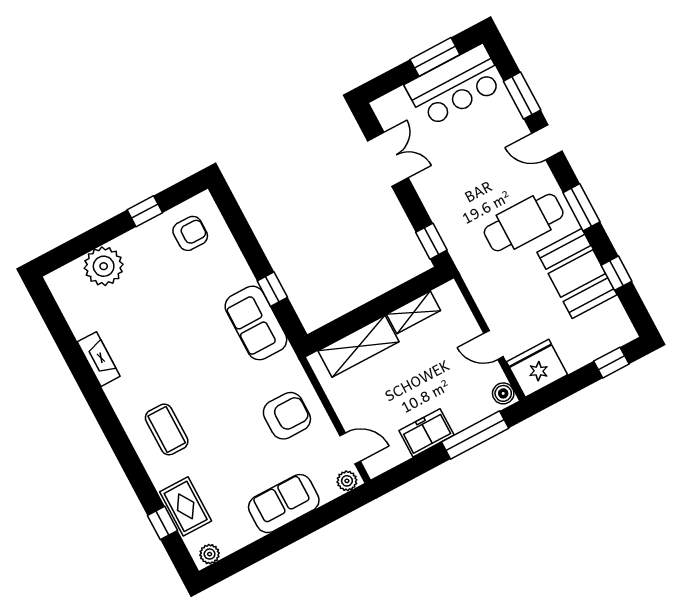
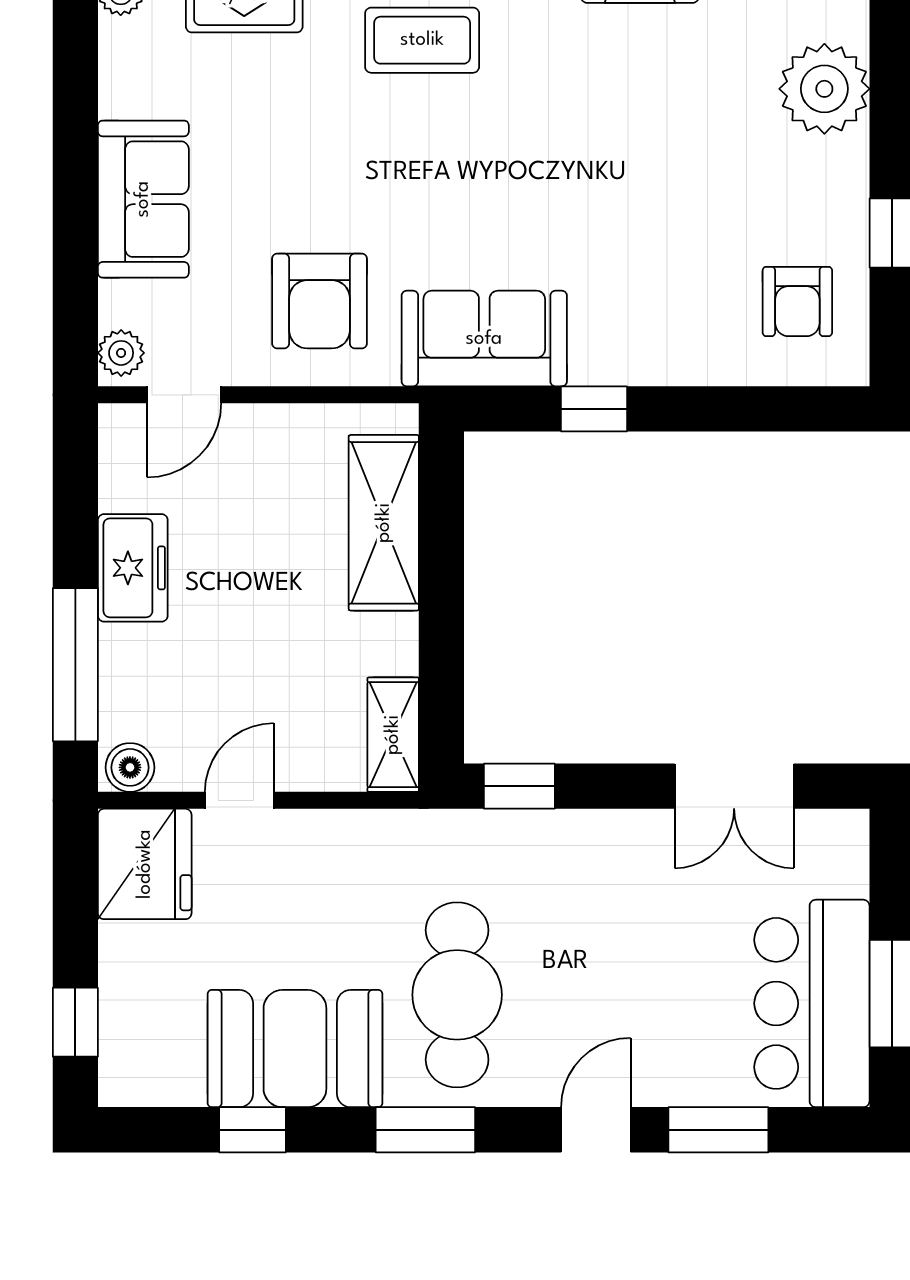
shelving: (414, 312) -> (393, 735), moved
sofa: (256, 323) -> (484, 339), moved

